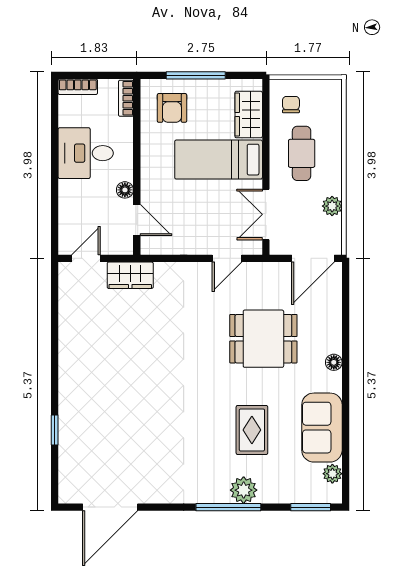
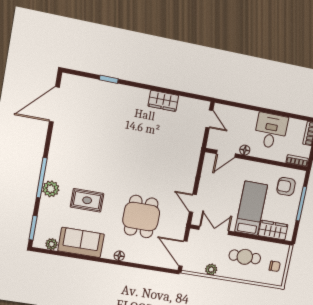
chair: (291, 105) -> (275, 266), moved
wardrobe: (130, 275) -> (163, 101), moved, turned -90
door: (110, 507) -> (54, 104), hinge flipped

